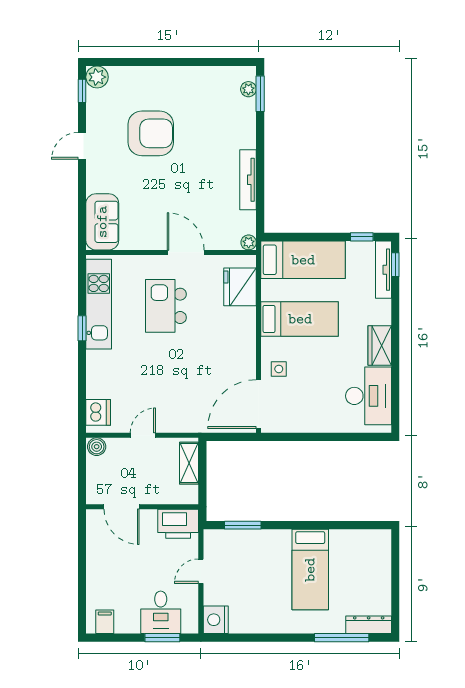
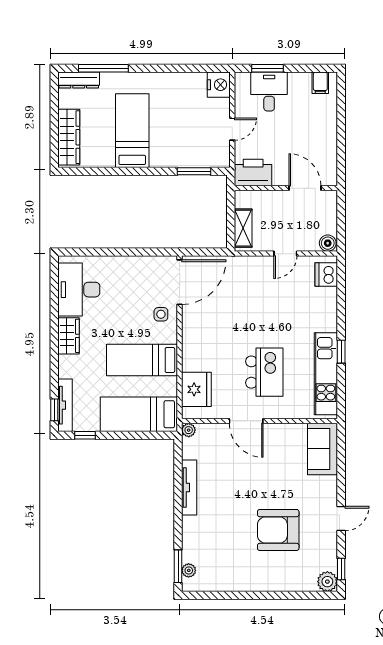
wardrobe: (379, 562) -> (69, 137), added

